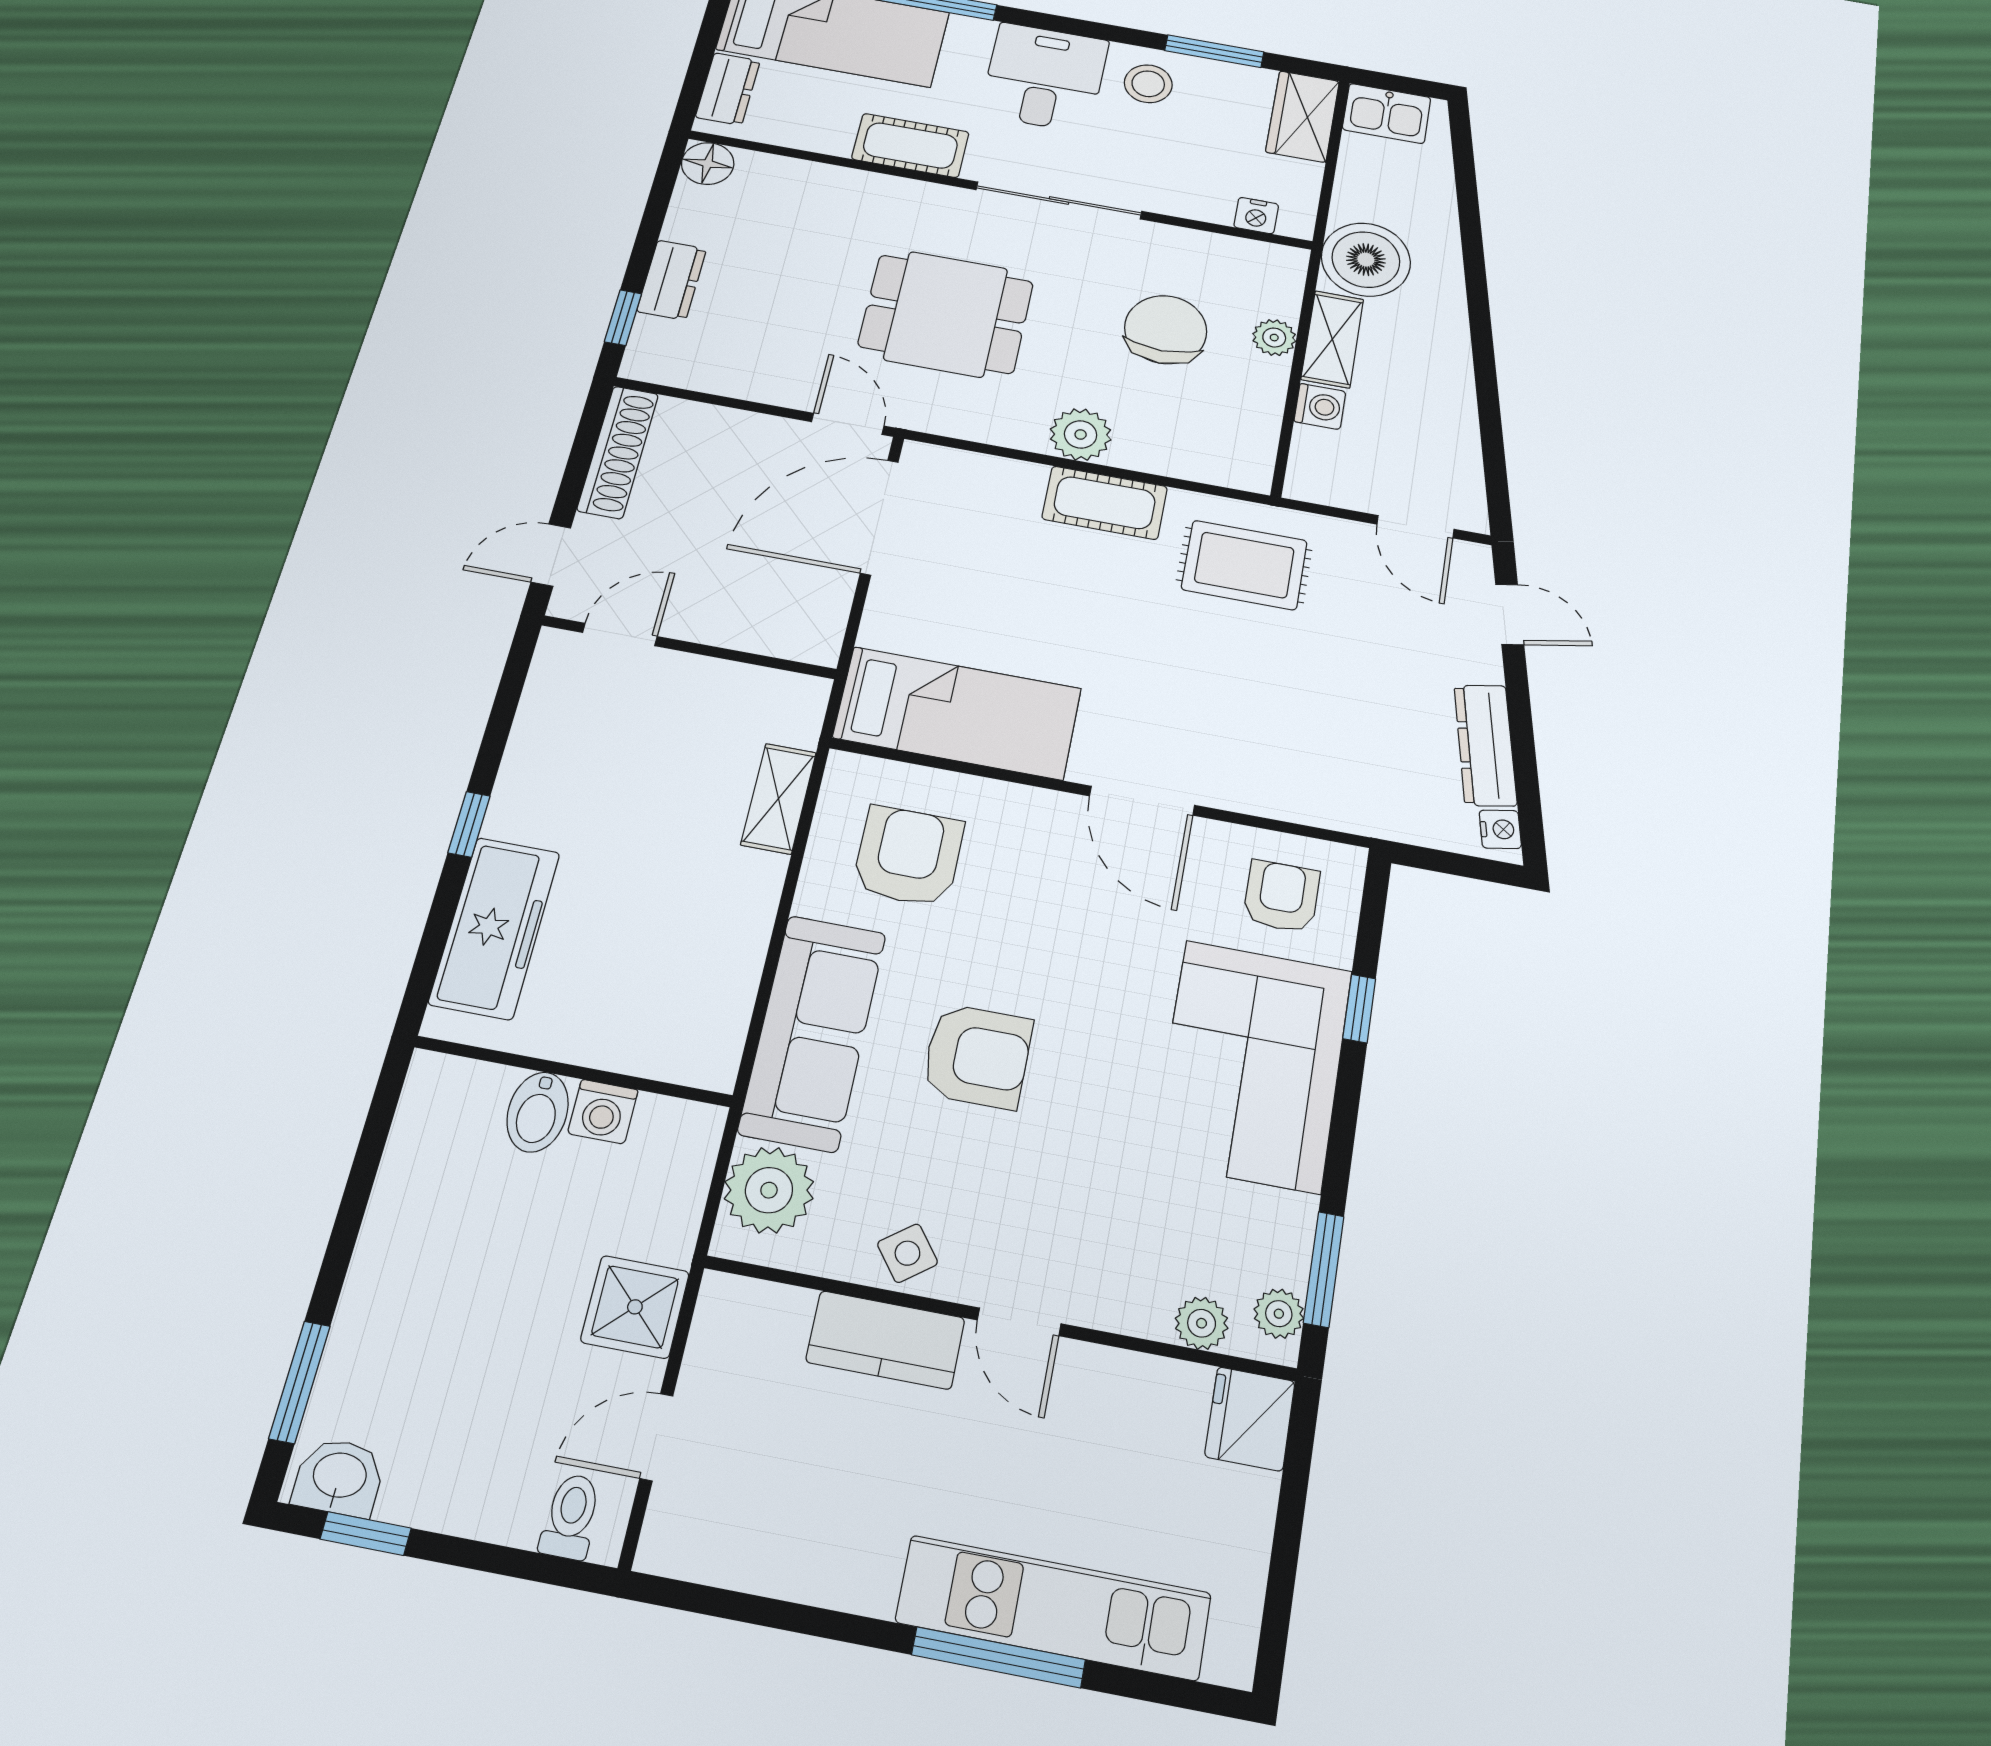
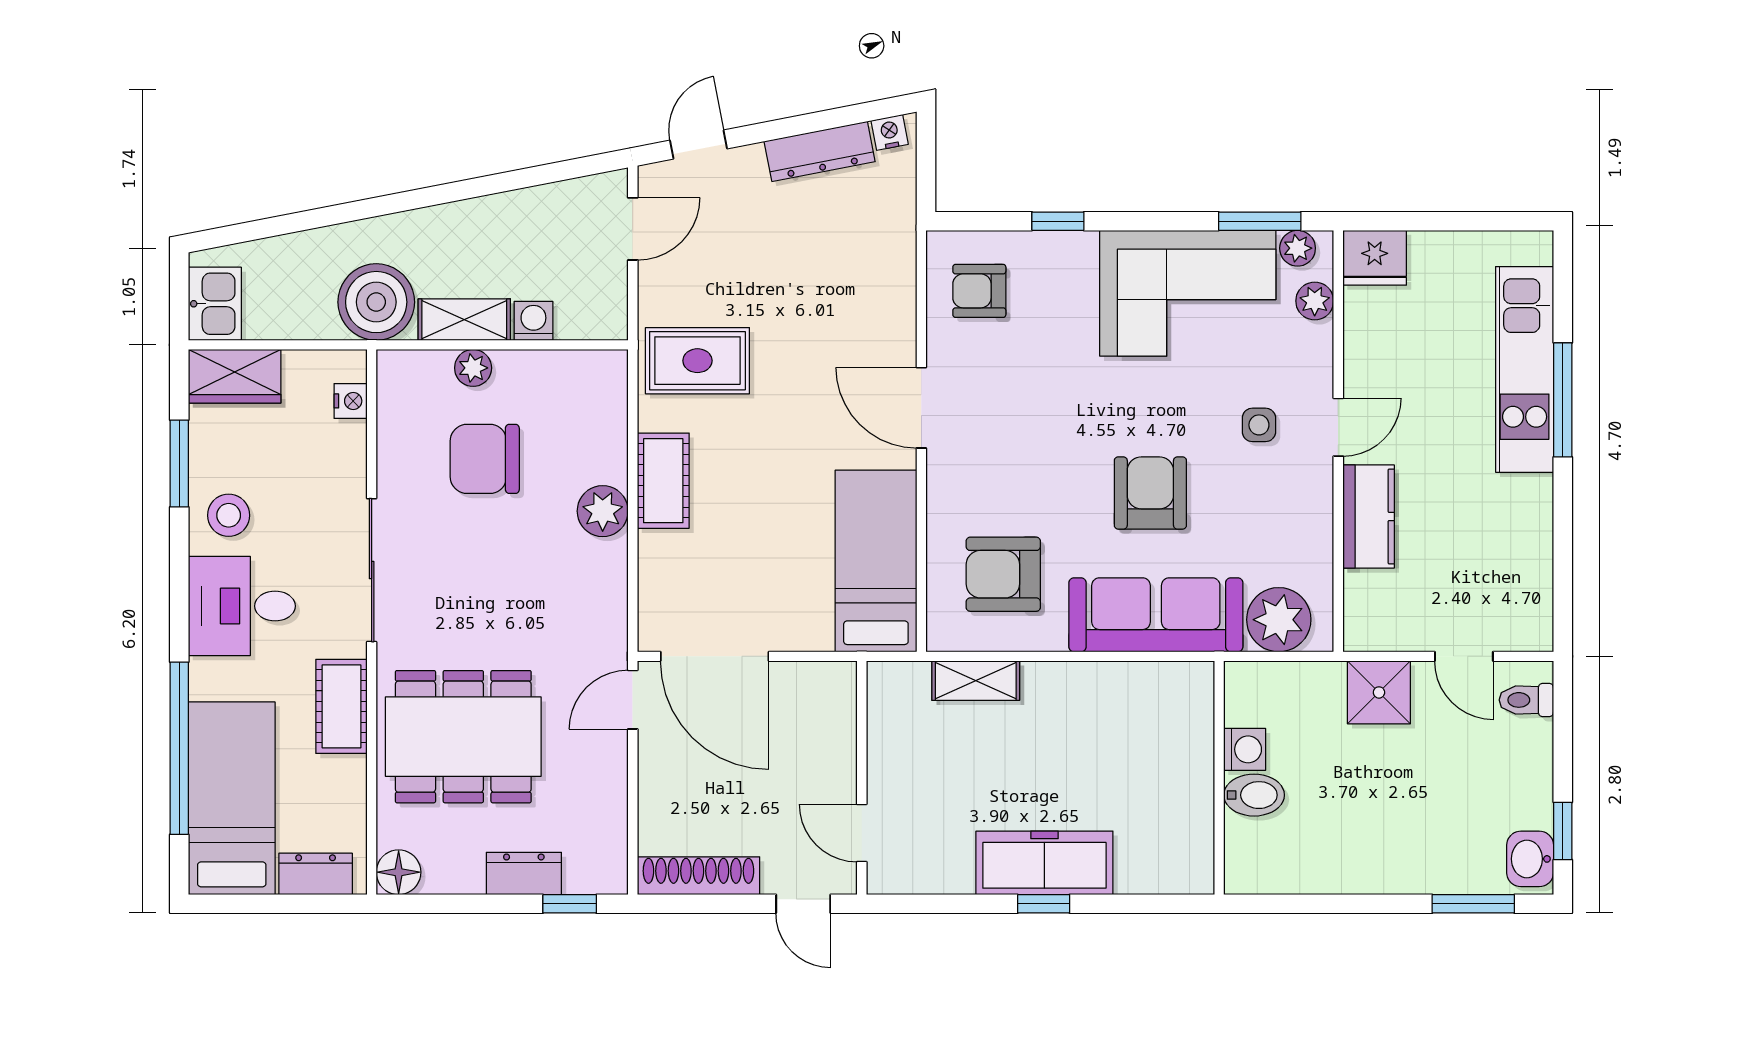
dining table: (946, 314) -> (463, 737), moved, width x1.38
rug: (1244, 565) -> (697, 361), turned 90
door: (1142, 801) -> (921, 408), swing flipped
freezer: (495, 928) -> (1044, 863), moved
corner sofa: (1252, 1065) -> (1188, 293), moved
side table: (907, 1253) -> (1259, 425), moved, turned 37

